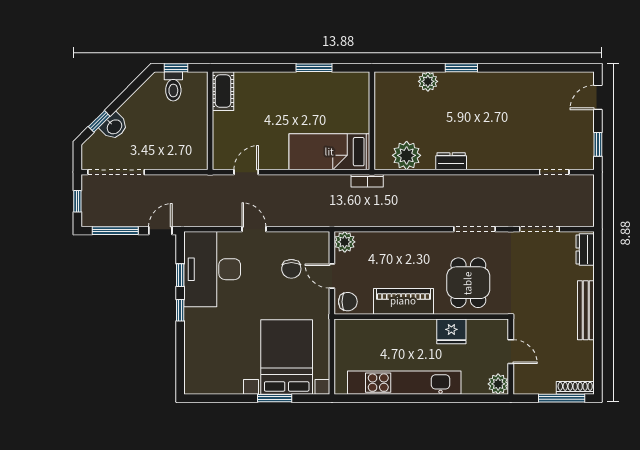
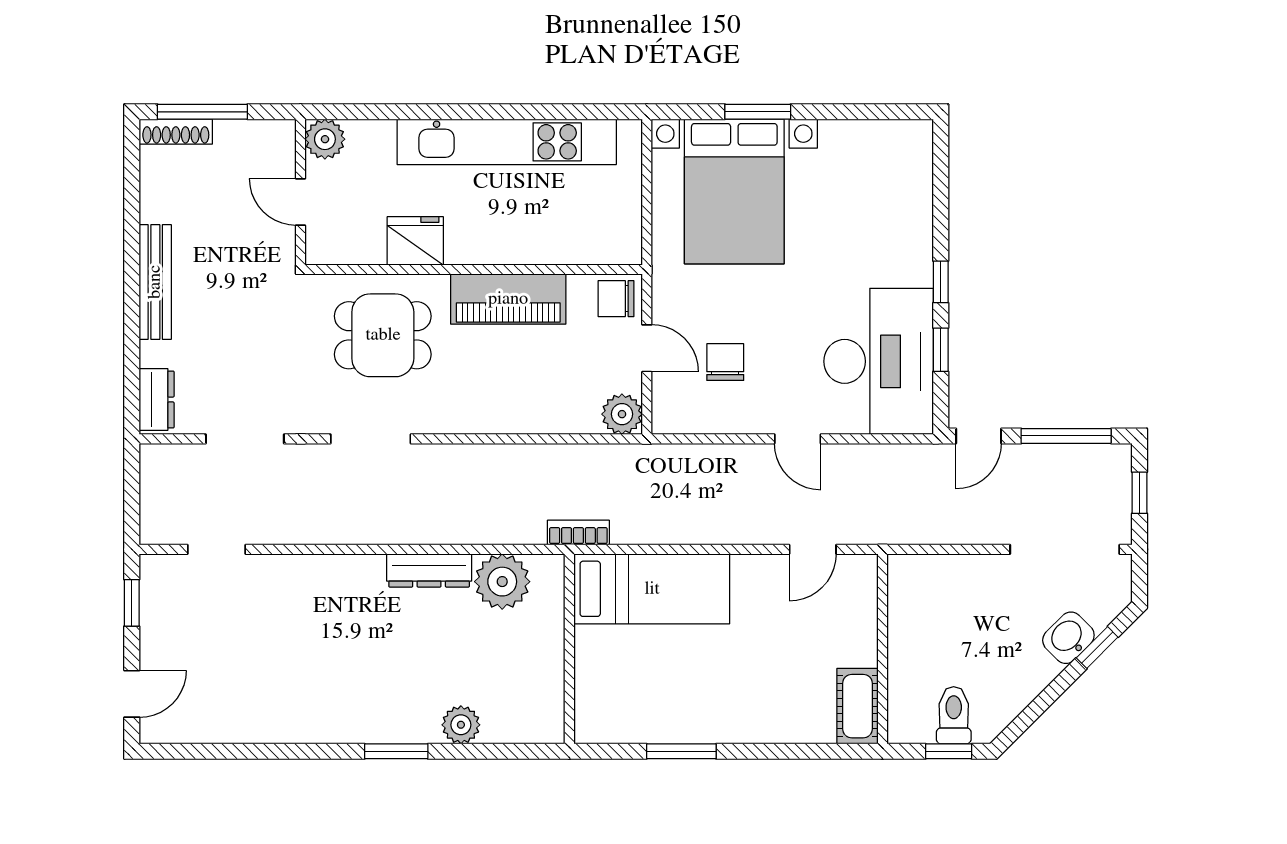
dresser: (451, 161) -> (429, 570), width x1.44
dining table: (468, 283) -> (383, 335), turned 90

